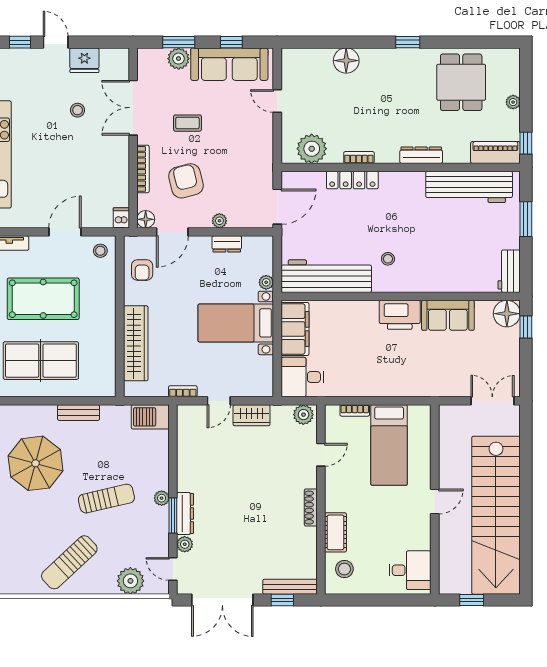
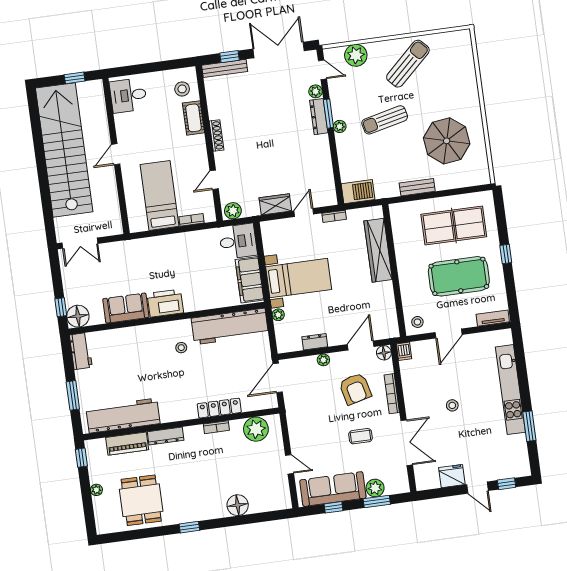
stool: (78, 110) -> (452, 405), moved
piano: (495, 153) -> (127, 444), moved
armchair: (142, 270) -> (381, 311), removed

